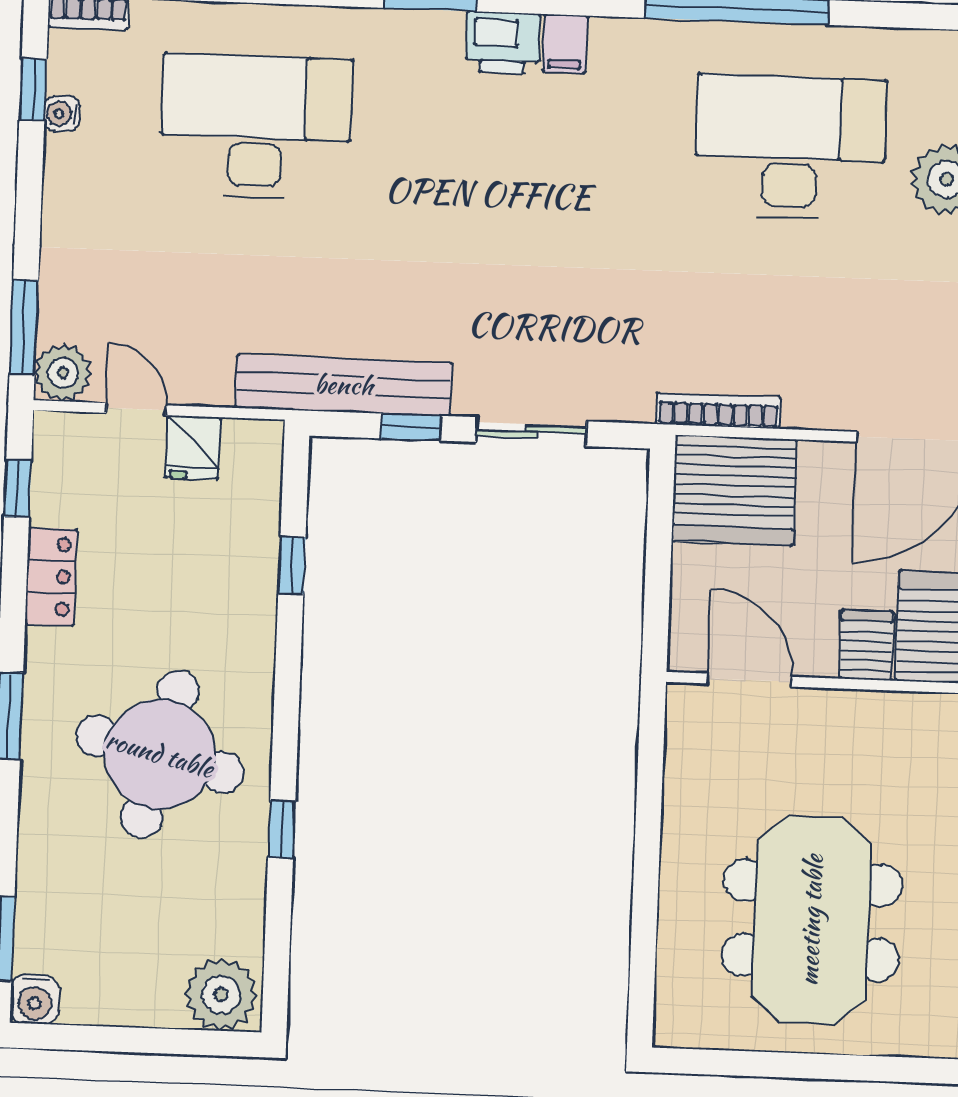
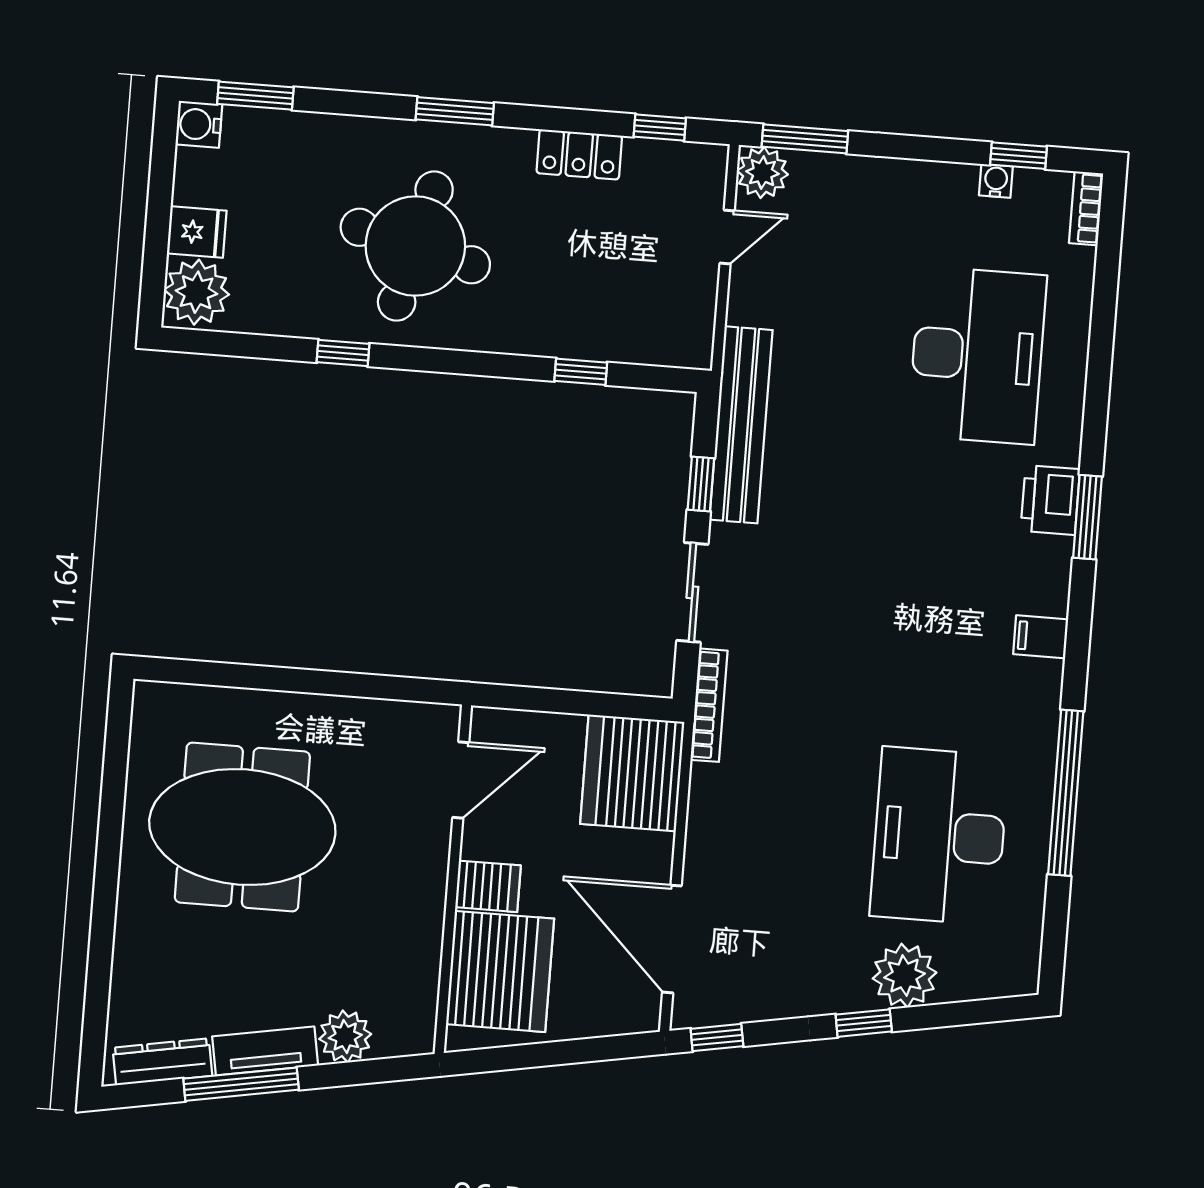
printer: (503, 43) -> (1050, 500), moved
desk: (790, 147) -> (939, 836), turned 180
bookcase: (718, 411) -> (709, 705), moved
fridge: (193, 448) -> (197, 232), moved, turned 180

